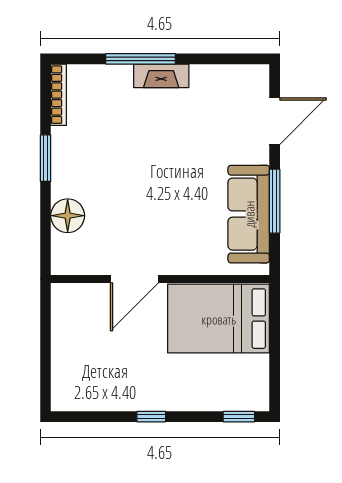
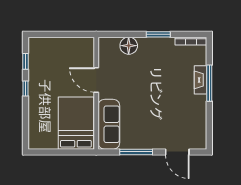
fireplace: (161, 76) -> (200, 80), moved
sofa: (249, 214) -> (109, 124), moved, turned 90
window: (239, 417) -> (26, 61), moved

